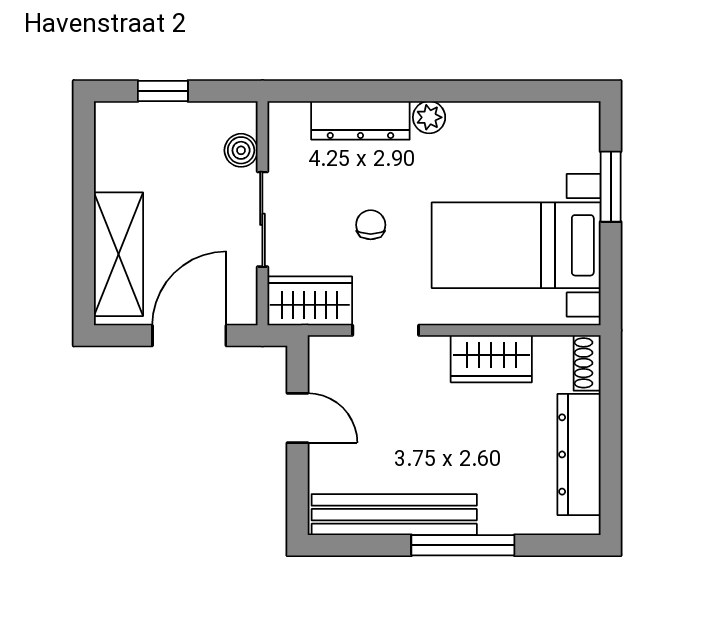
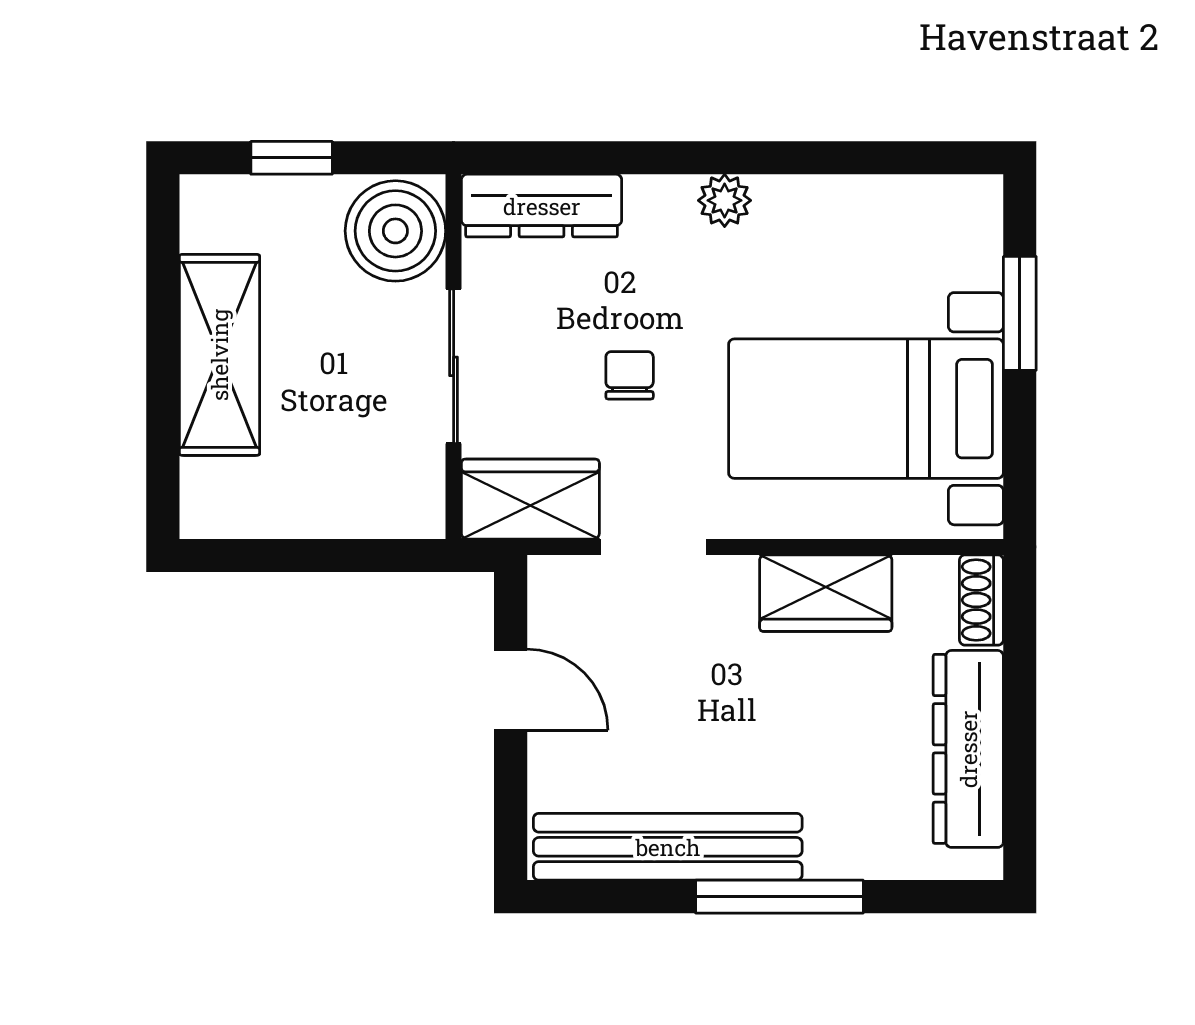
dresser: (360, 120) -> (542, 206), moved
boiler: (241, 150) -> (395, 231), width x1.86, depth x1.86
shelving: (119, 254) -> (219, 355), moved
door: (189, 336) -> (335, 555), removed

